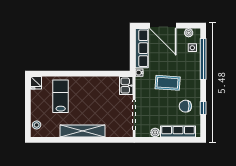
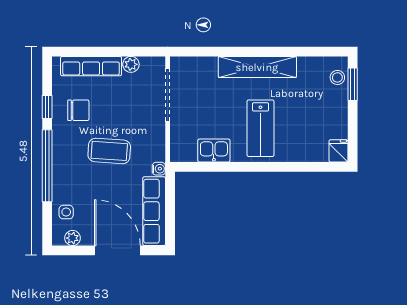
window: (203, 59) -> (47, 166), moved
kitchen sink: (126, 86) -> (214, 150), moved, turned -90
lab bench: (61, 96) -> (261, 128), moved
window: (28, 121) -> (353, 84), added

